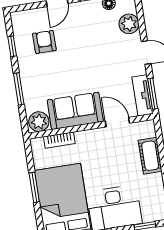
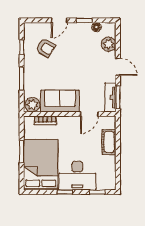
armchair: (44, 42) -> (45, 48), turned 120
door: (117, 122) -> (89, 114), swing flipped

